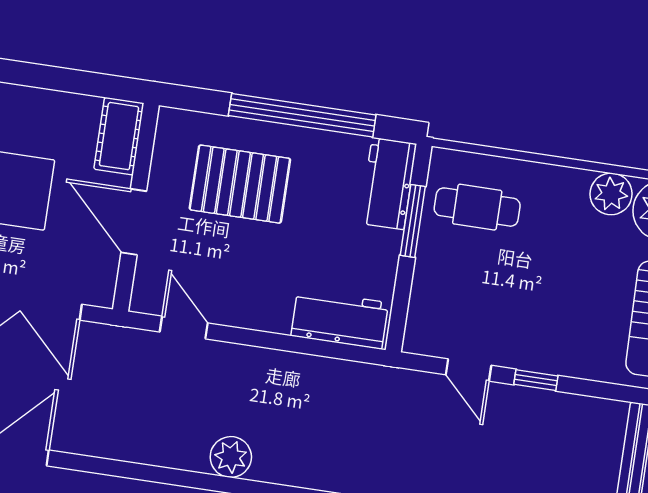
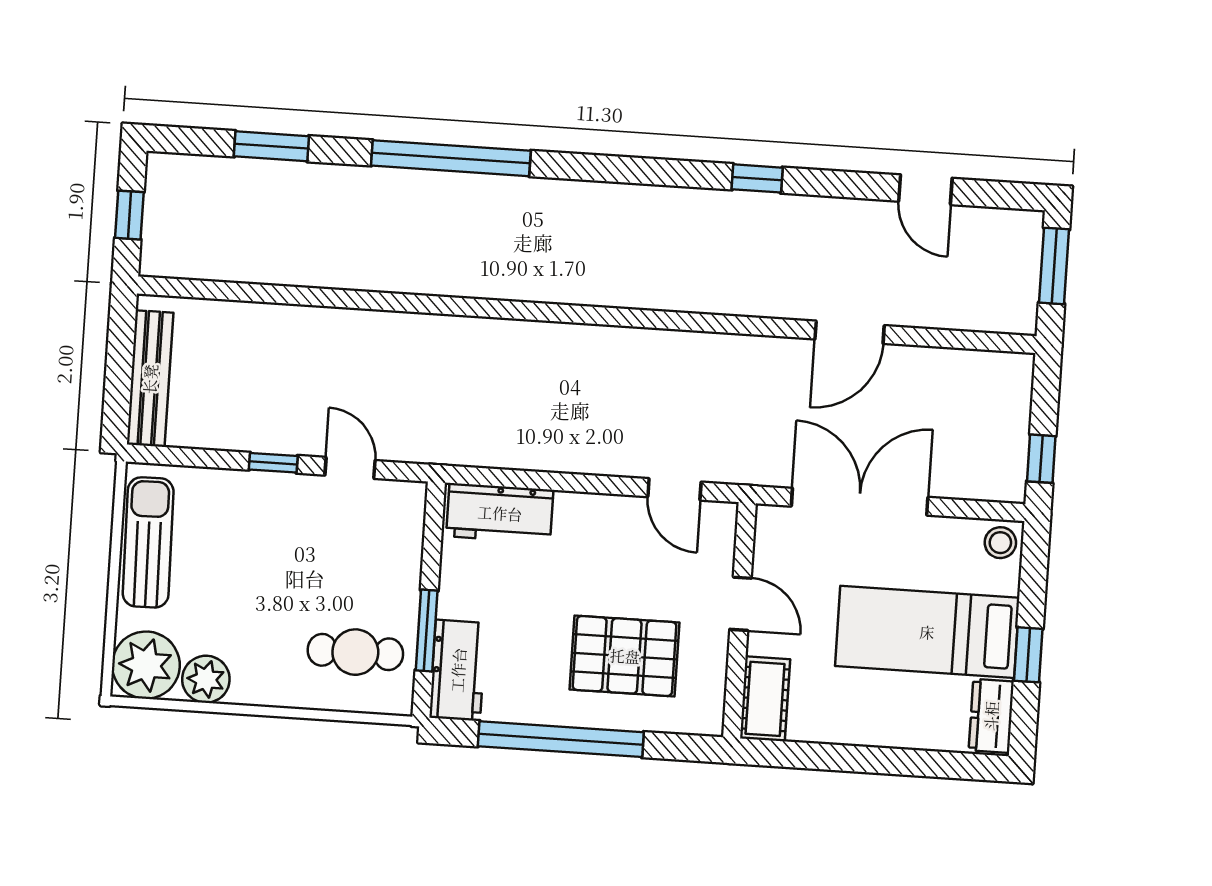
door: (134, 222) -> (741, 604), width x0.73
plant: (231, 457) -> (610, 348), removed

